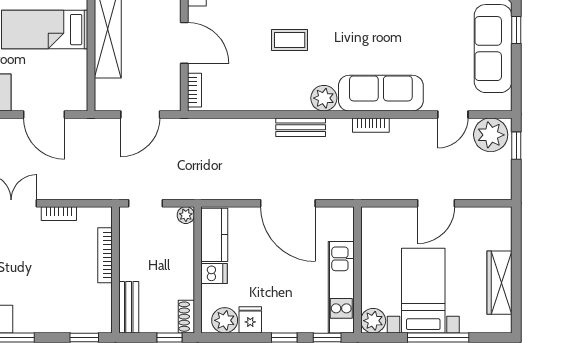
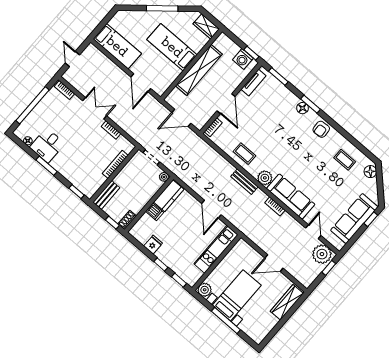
coffee table: (290, 40) -> (244, 154), moved
door: (453, 114) -> (313, 232), swing flipped
door: (288, 203) -> (211, 209), width x0.73
wardrobe: (499, 283) -> (287, 302), moved
kitchen unit: (341, 287) -> (216, 249), moved
plant: (225, 320) -> (142, 235), removed

